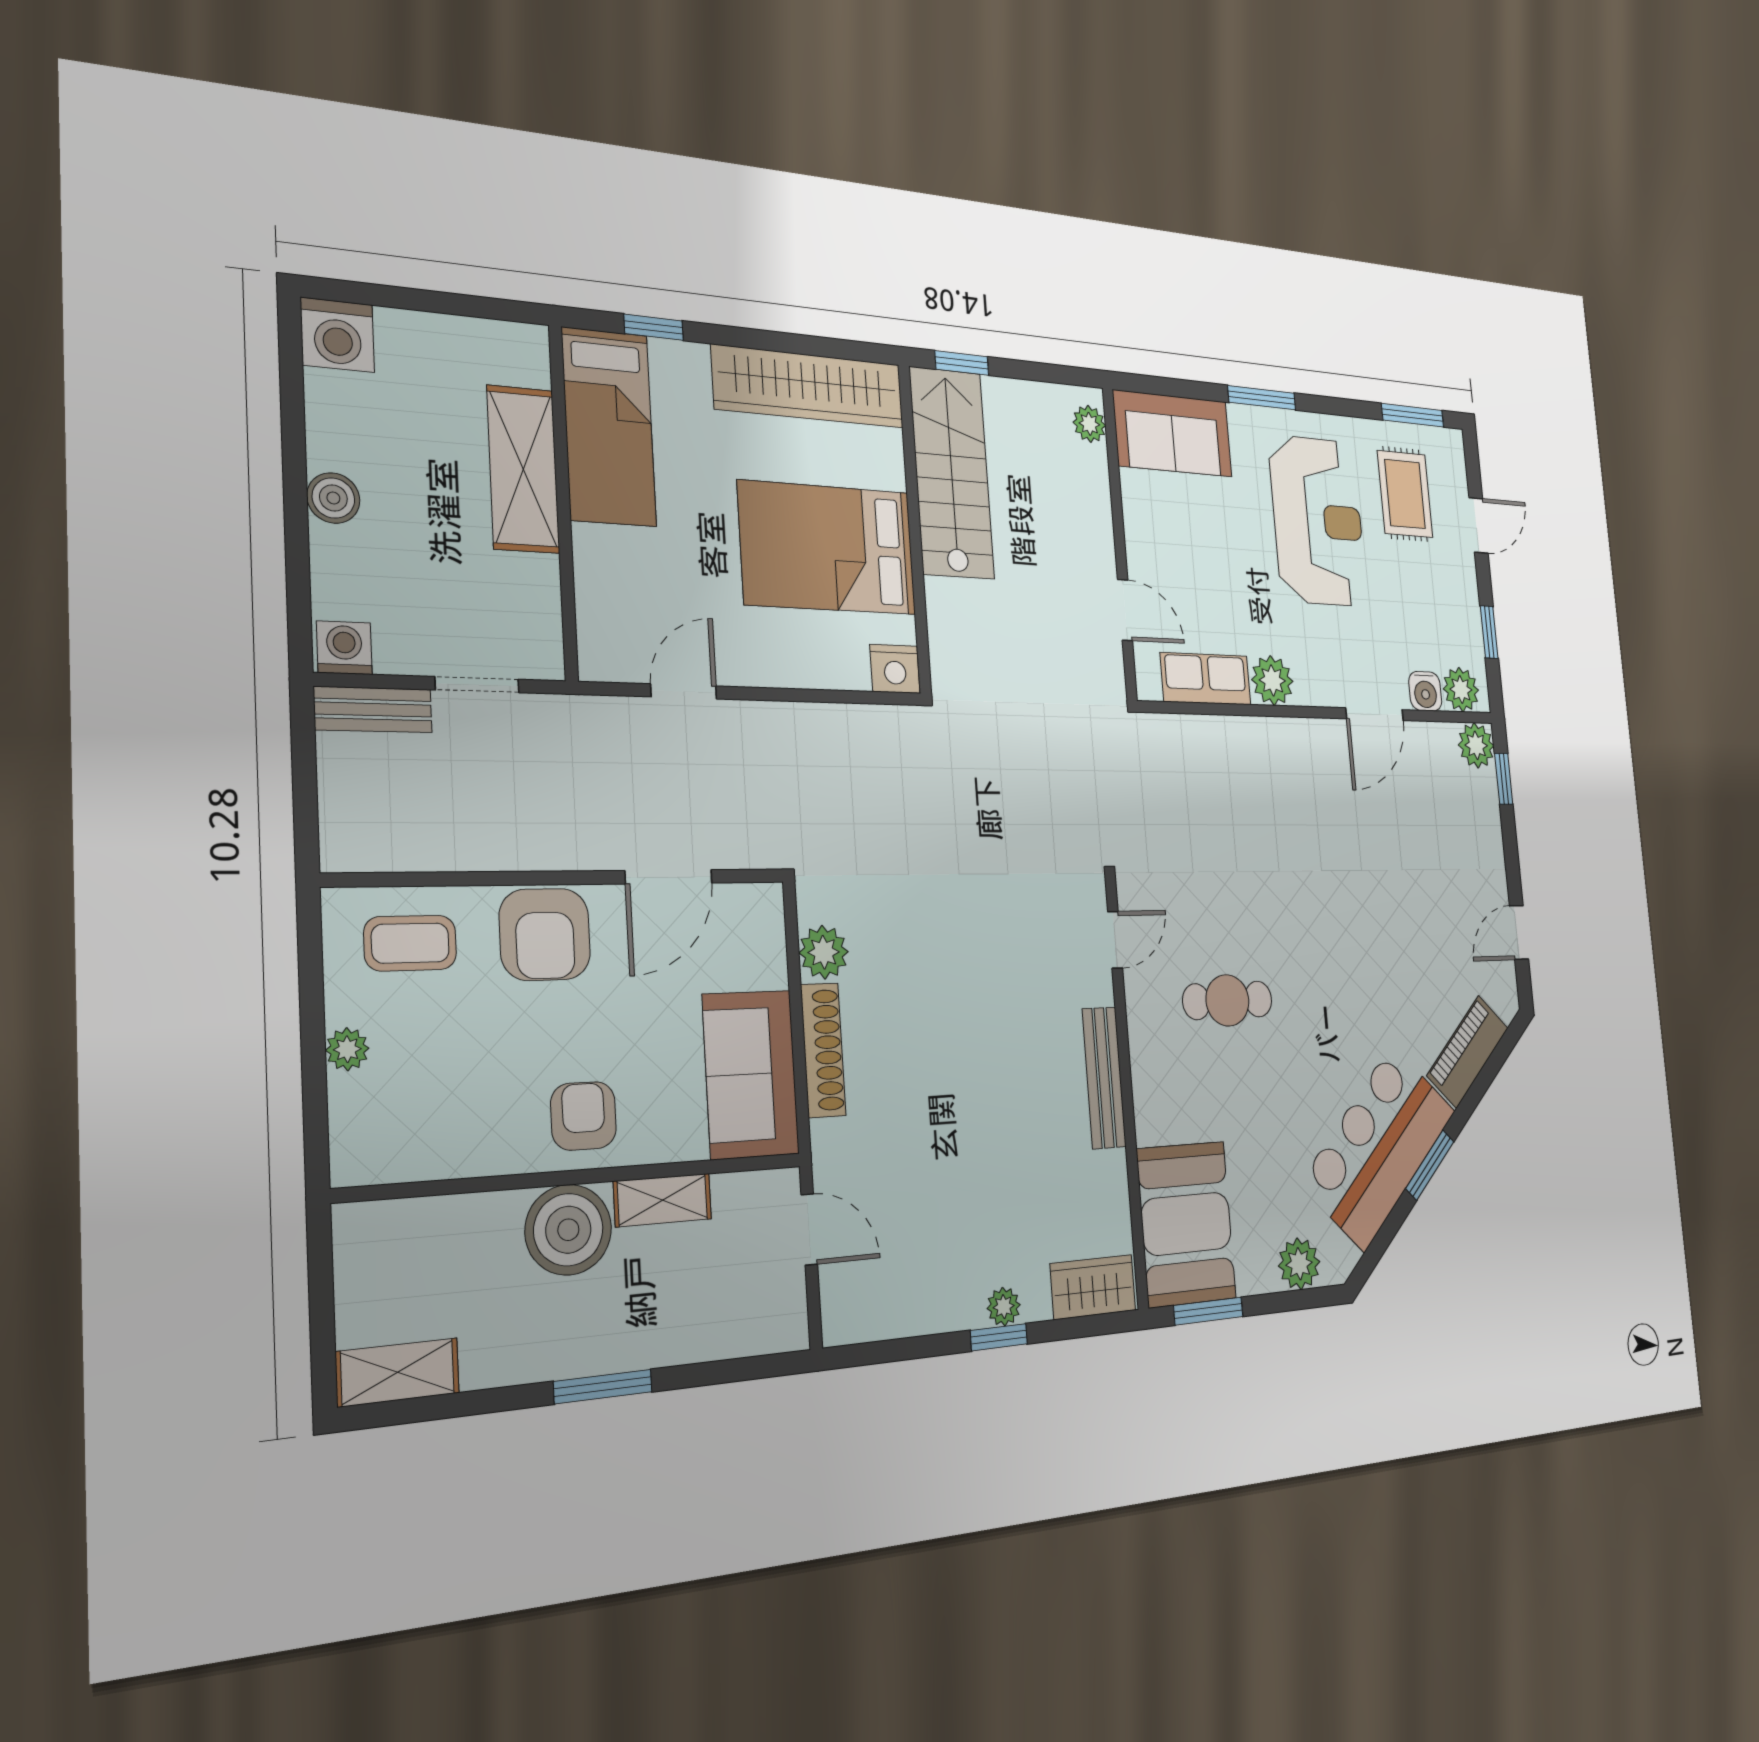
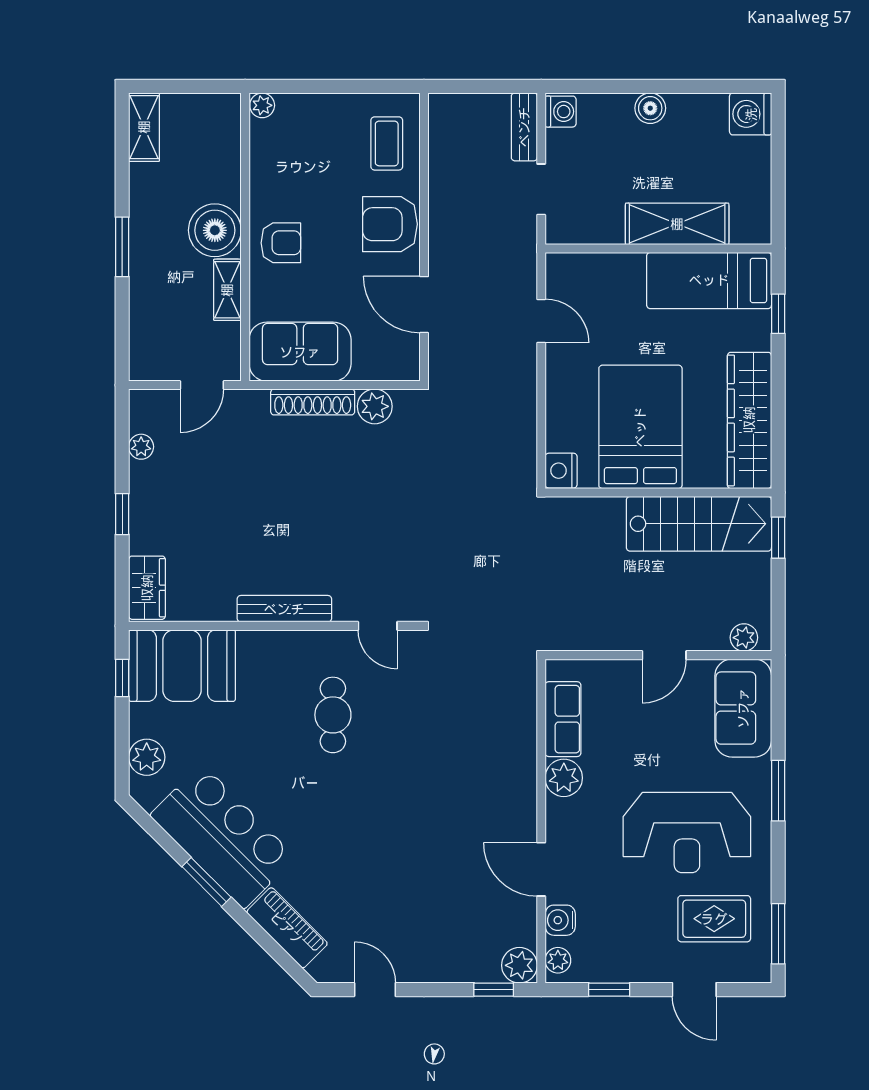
door: (1125, 610) -> (664, 655), moved
plant: (1461, 690) -> (558, 960), width x0.73, depth x0.73
plant: (347, 1049) -> (262, 105), moved
plant: (1004, 1307) -> (141, 447), moved
window: (1208, 1311) -> (122, 678), width x0.67

